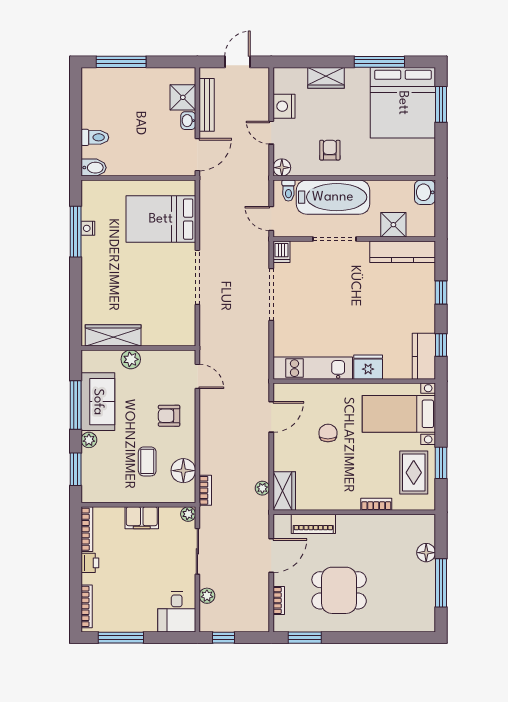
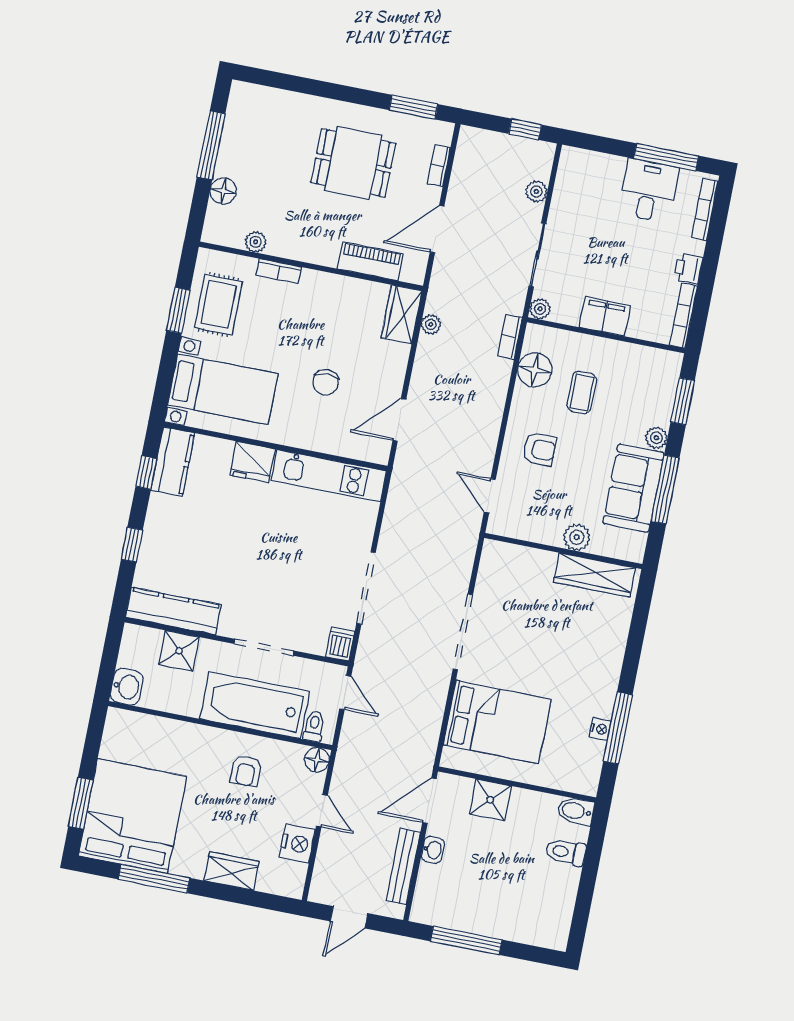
window: (121, 62) -> (466, 941), moved
shower: (183, 97) -> (490, 800), moved
plant: (396, 522) -> (256, 242), added
desk: (177, 612) -> (649, 191), moved

